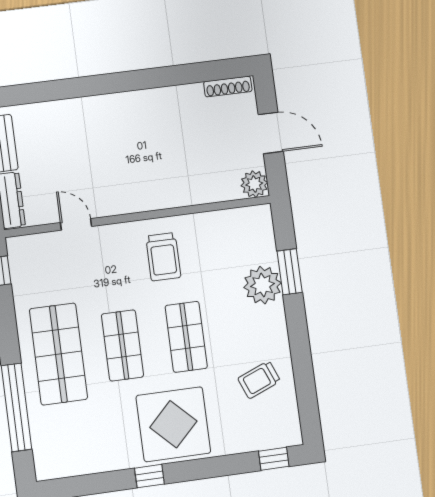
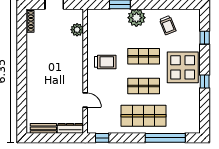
plant: (254, 184) -> (77, 30), moved
door: (76, 224) -> (85, 100), swing flipped
plant: (263, 285) -> (136, 18), moved
window: (274, 459) -> (205, 38), moved

